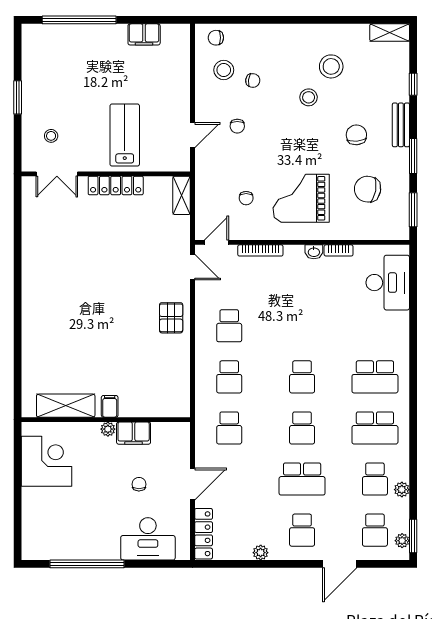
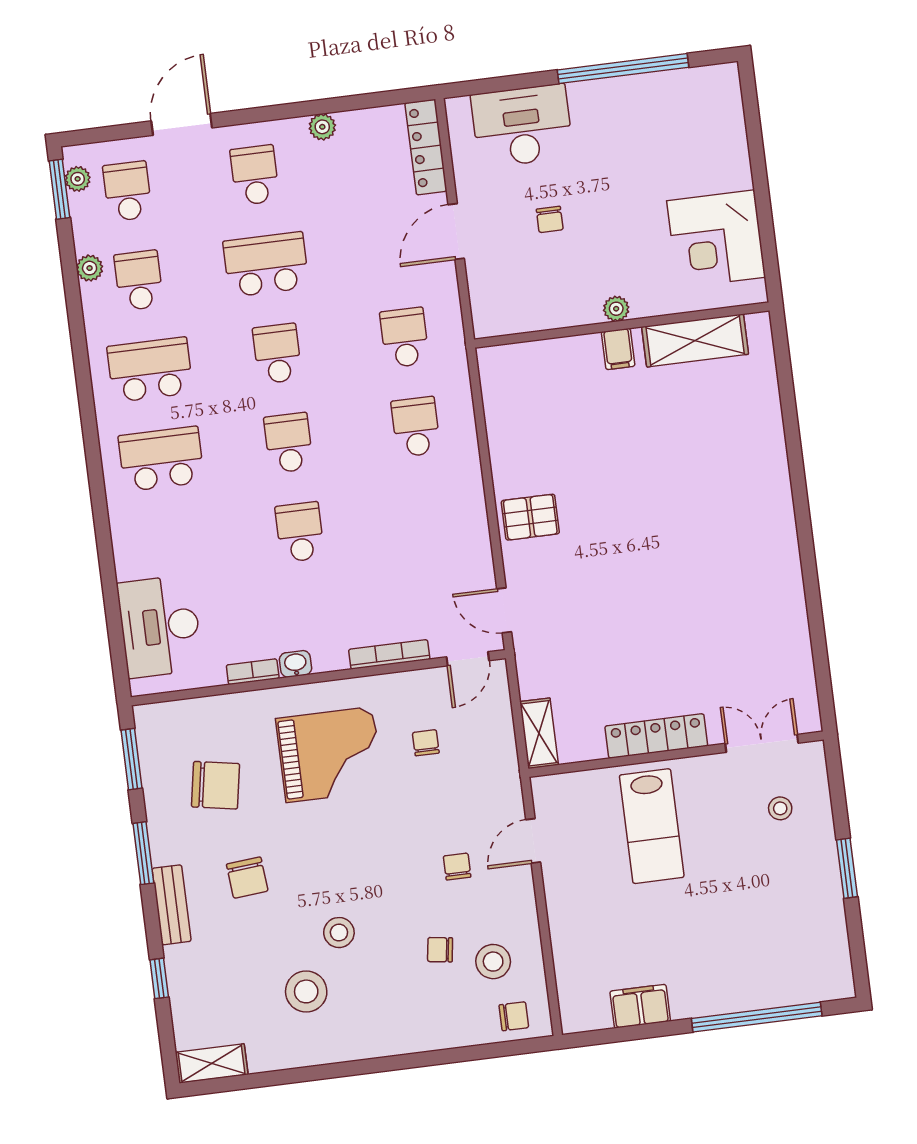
pallet: (171, 318) -> (530, 517), turned 90
school desk: (229, 326) -> (300, 532), moved
filing cabinet: (134, 433) -> (570, 307), removed

